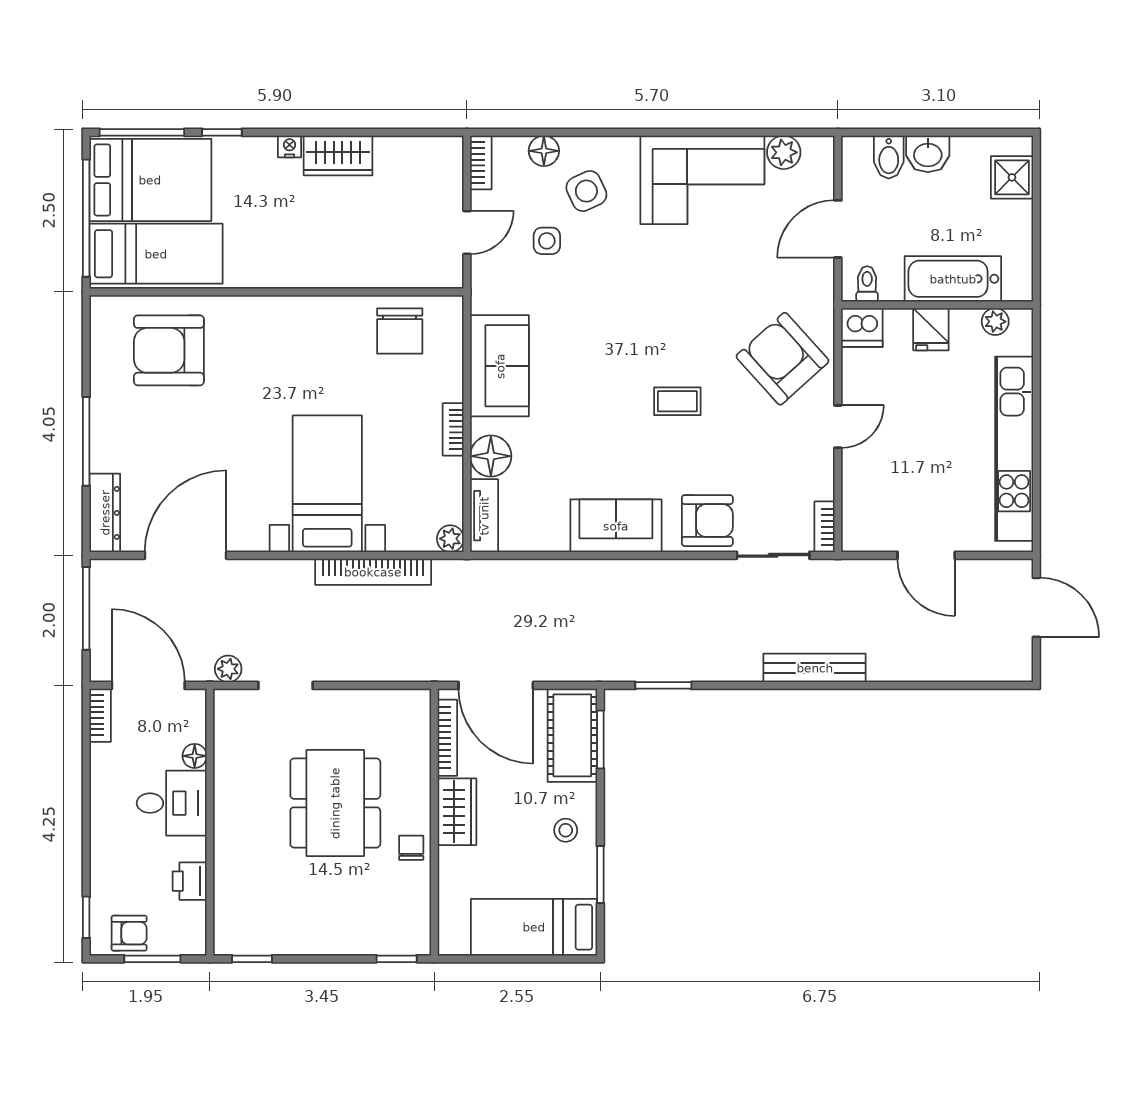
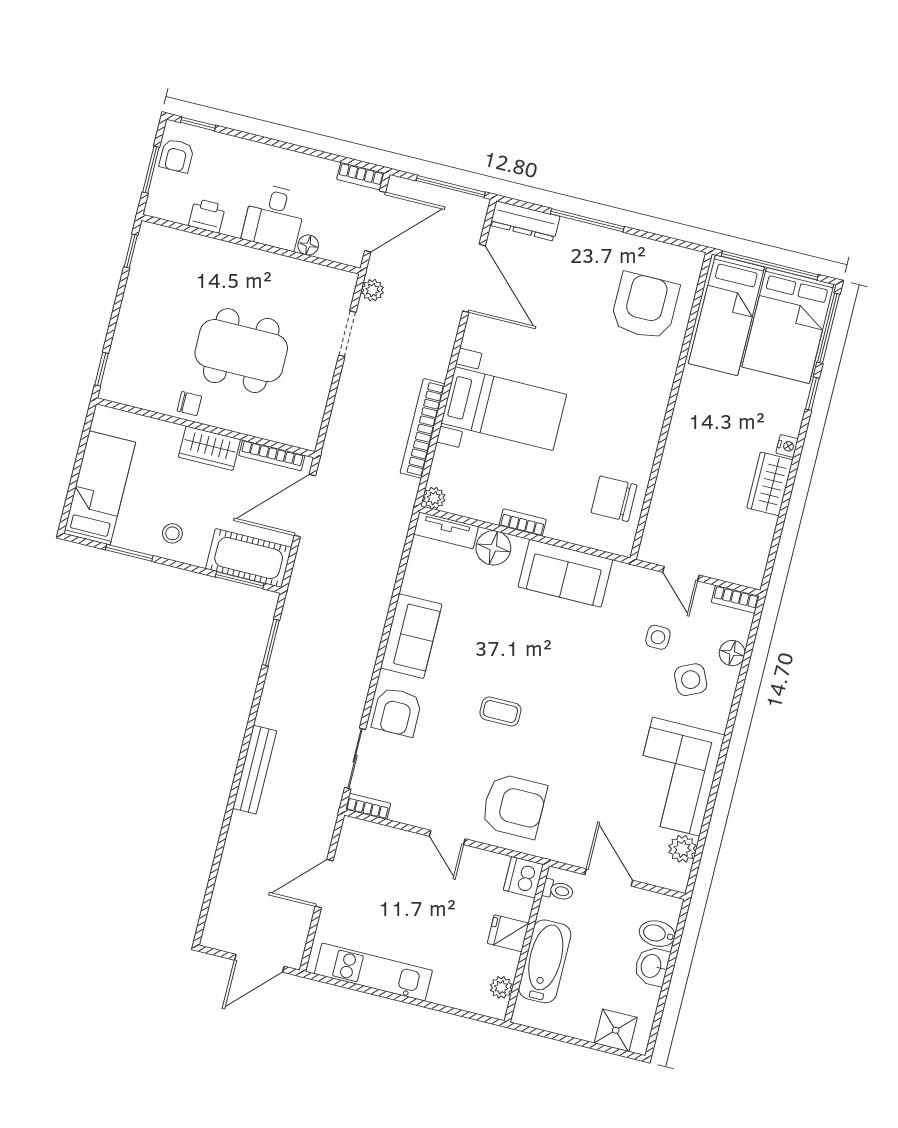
armchair: (782, 359) -> (514, 806), turned 42
coffee table: (677, 401) -> (500, 711), turned 90
kitchen unit: (1014, 449) -> (373, 972), width x0.73

